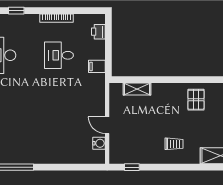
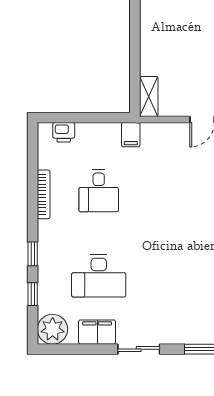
filing cabinet: (97, 66) -> (131, 135), moved
shelving: (137, 89) -> (149, 96), moved

